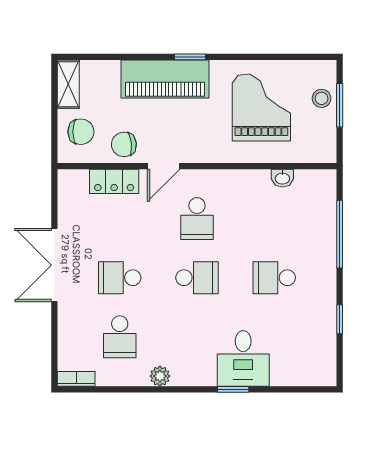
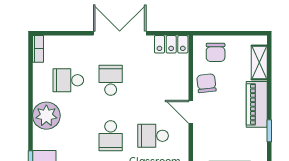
piano: (165, 79) -> (257, 104), width x0.73, depth x0.75
shelving: (68, 84) -> (259, 62), moved, turned 90
locker: (114, 181) -> (171, 44), moved, turned -90
plant: (160, 376) -> (46, 116), width x1.88, depth x1.88

